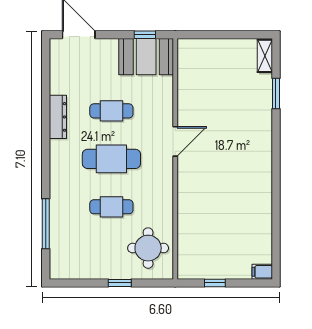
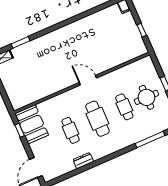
dresser: (58, 117) -> (83, 161), width x0.70
door: (175, 141) -> (88, 80), moved
round table: (148, 248) -> (146, 97), moved

